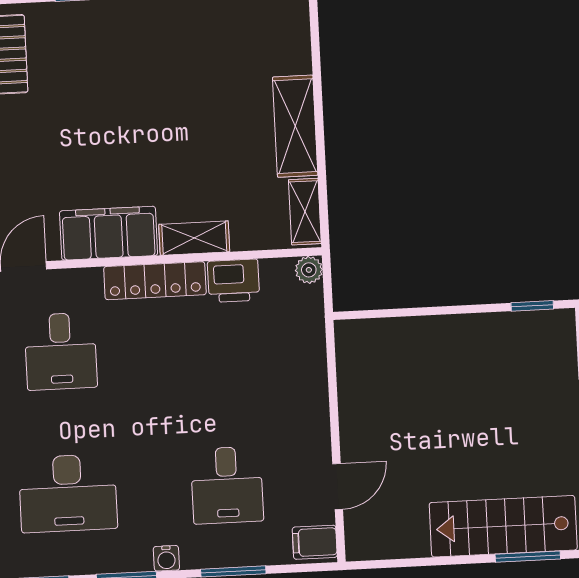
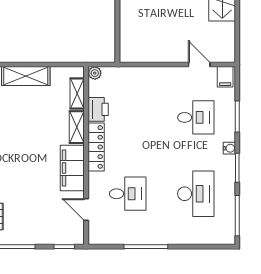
shelving: (305, 212) -> (77, 94), moved, turned 90

